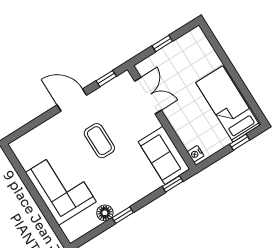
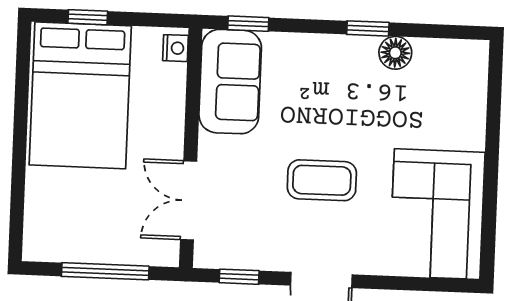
window: (162, 44) -> (105, 271), width x2.17
bed: (228, 104) -> (80, 95), width x1.50
coffee table: (99, 141) -> (322, 180), turned 90
corner sofa: (61, 187) -> (437, 214), moved

